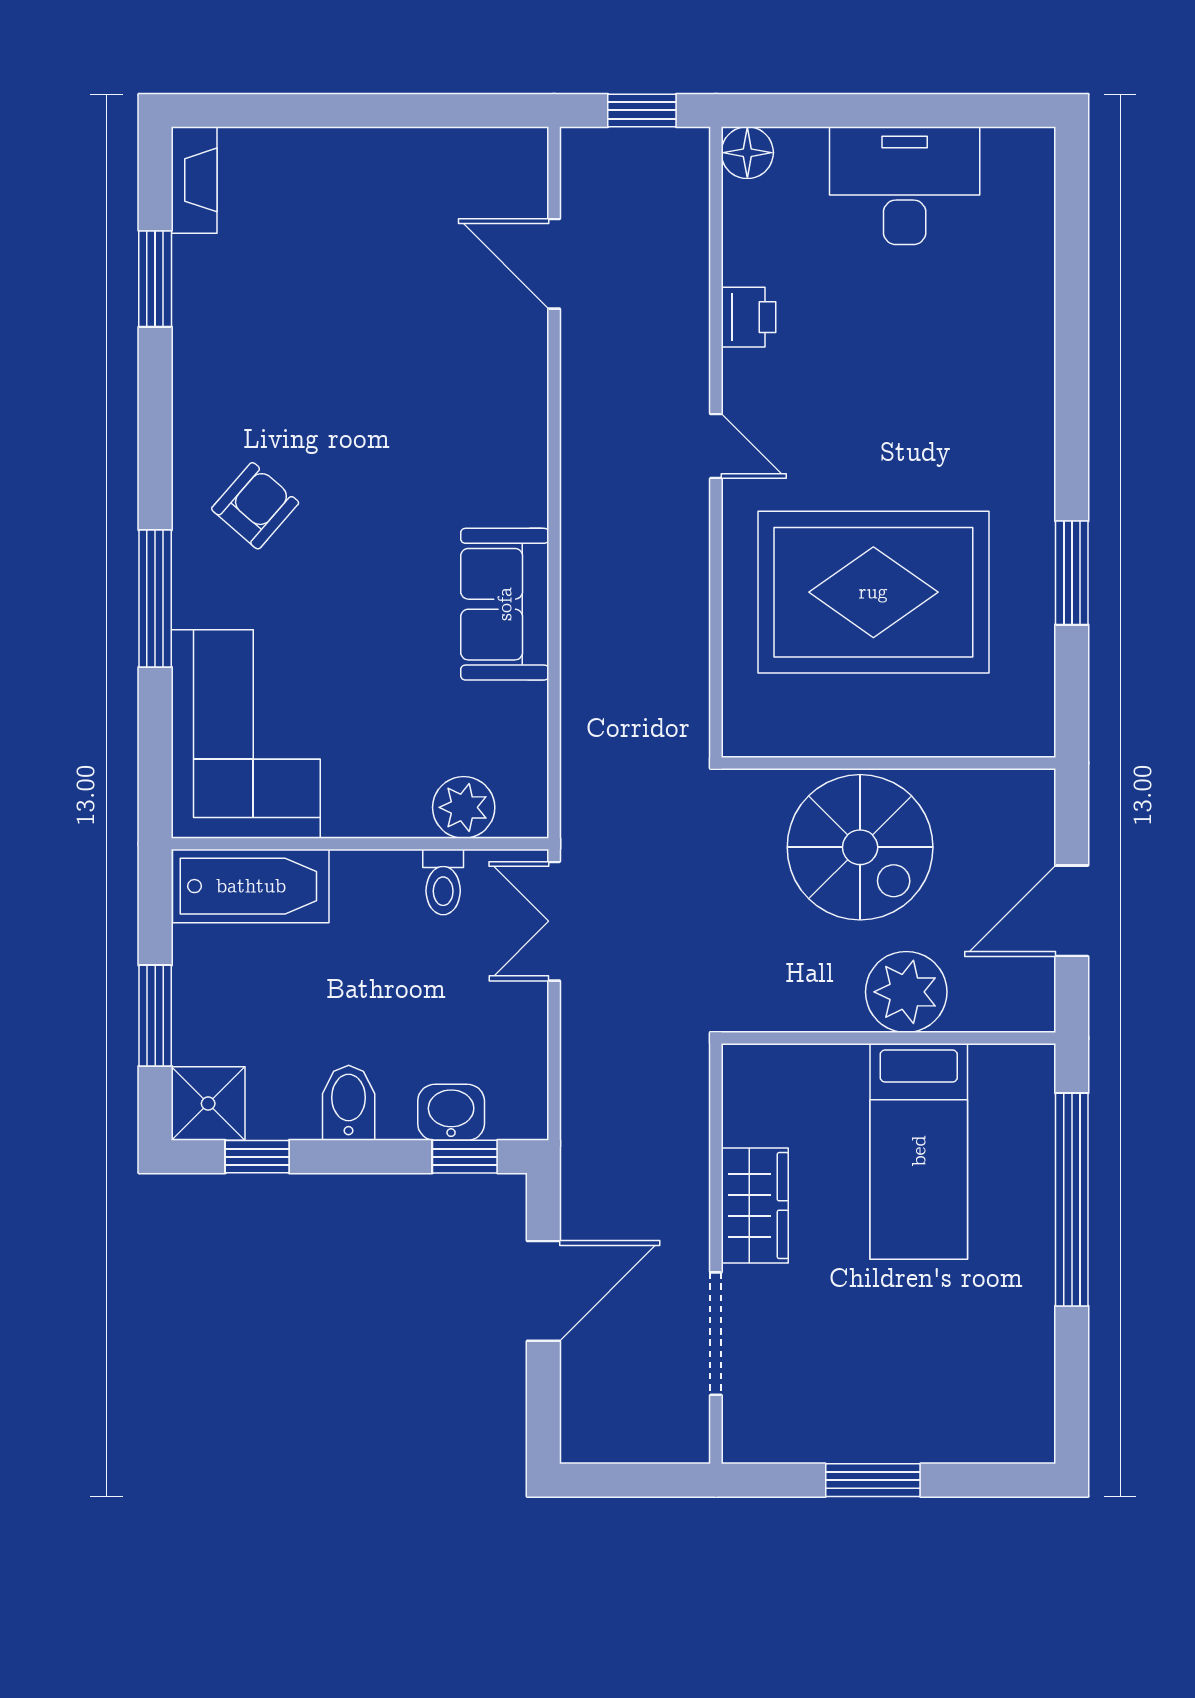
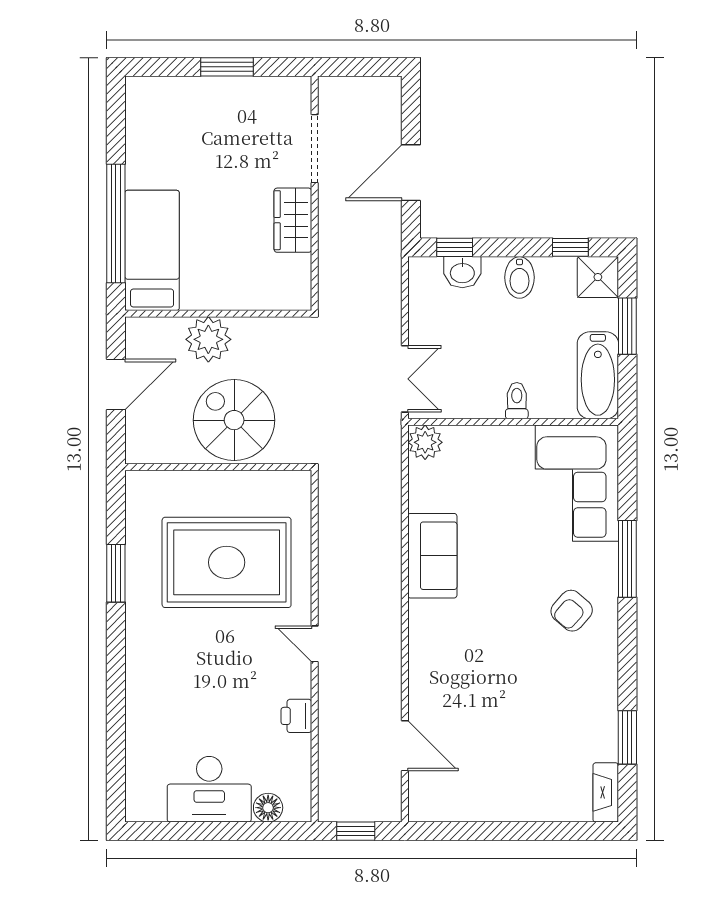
floor lamp: (747, 153) -> (268, 808), moved
plant: (464, 807) -> (425, 442), moved
toilet: (443, 882) -> (517, 401), moved
bathtub: (251, 886) -> (598, 375), moved, turned -90
bed: (919, 1151) -> (152, 250), moved

